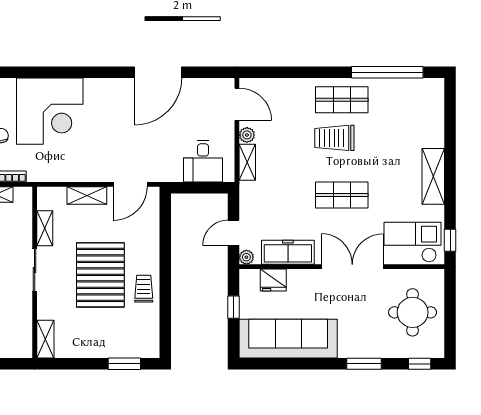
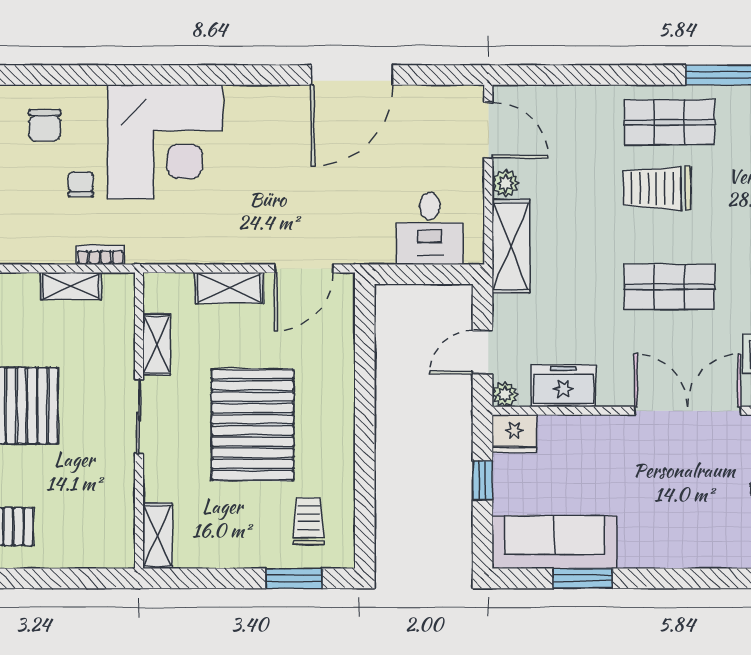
shelving: (247, 162) -> (511, 246), width x1.50, depth x1.33
freezer: (288, 252) -> (563, 386), width x0.71
fridge: (273, 280) -> (514, 434), moved
trolley: (144, 289) -> (309, 521), moved
sofa: (288, 339) -> (554, 542), width x0.74, depth x0.79
window: (364, 364) -> (583, 578), moved

